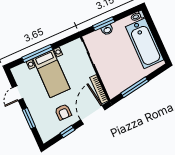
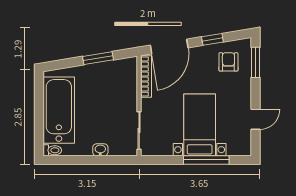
window: (104, 24) -> (101, 160), removed
window: (135, 87) -> (98, 58), width x0.69
armchair: (63, 112) -> (228, 62), moved
window: (29, 118) -> (255, 62), moved

